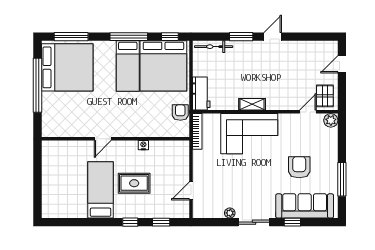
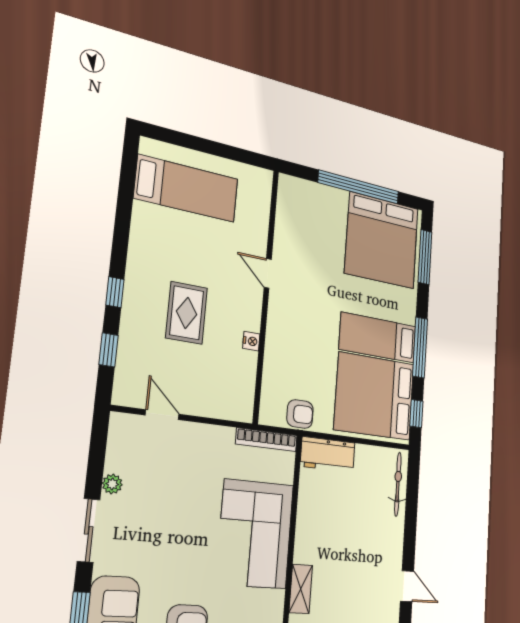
window: (241, 37) -> (410, 532), removed
shelving: (252, 104) -> (301, 589), moved
bed: (101, 190) -> (187, 189), moved

